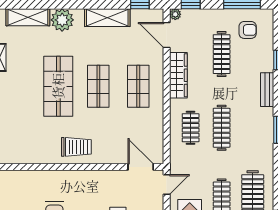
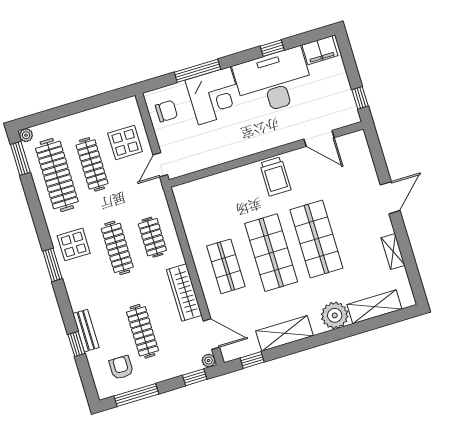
armchair: (248, 30) -> (121, 368), turned 90
shop shelf: (98, 86) -> (271, 253), width x1.43, depth x1.36
bench: (267, 90) -> (86, 331), moved
display table: (256, 141) -> (74, 244), added
trolley: (76, 147) -> (275, 176), turned -90
door: (141, 167) -> (319, 138), moved

